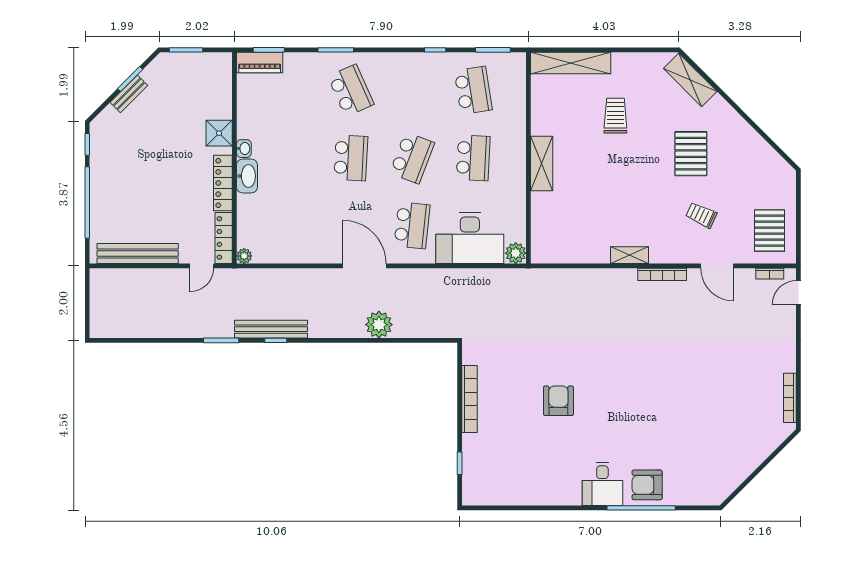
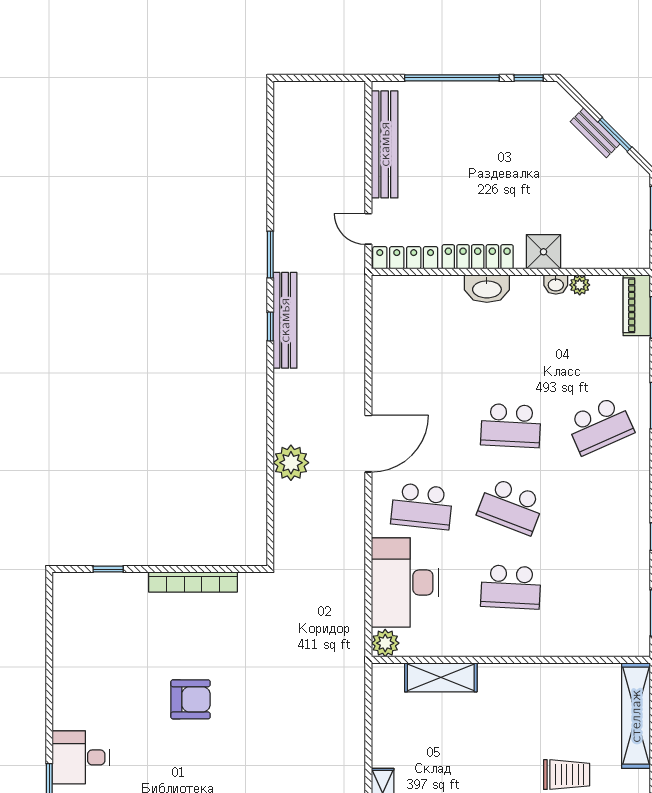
school desk: (473, 90) -> (600, 587), removed
washbasin: (244, 149) -> (556, 284), moved
shelving: (542, 163) -> (441, 677), moved
plant: (244, 256) -> (580, 285), moved

